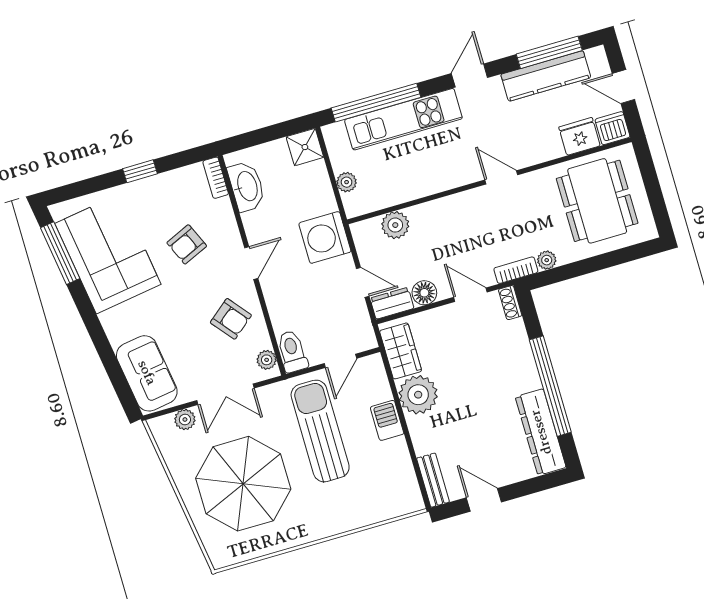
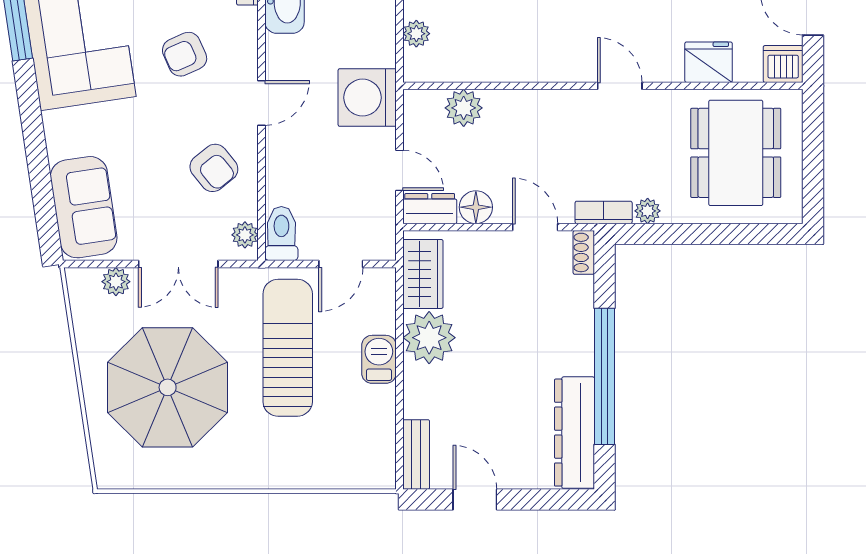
fridge: (579, 136) -> (709, 62), moved

